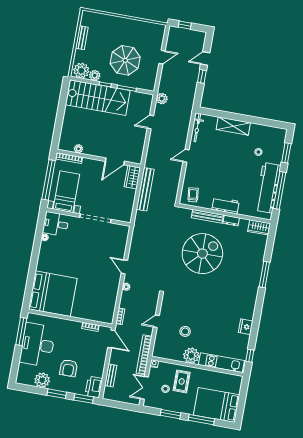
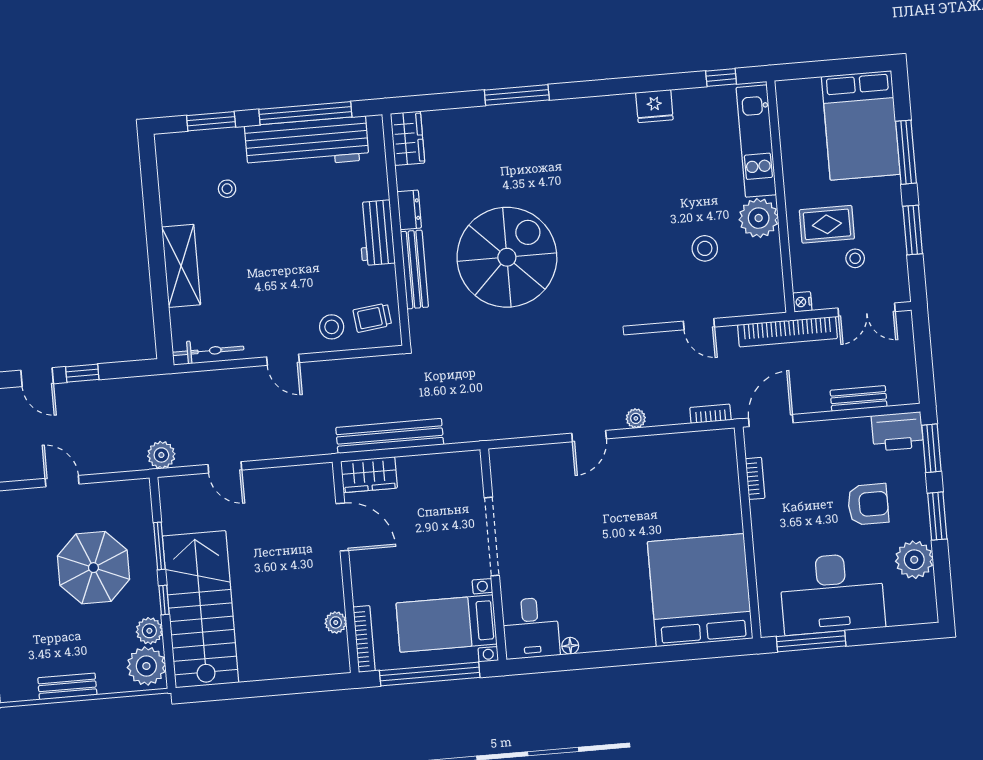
stool: (194, 178) -> (332, 327), added
spiral stairs: (202, 254) -> (507, 257), turned 90

